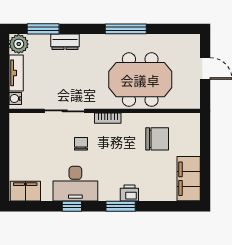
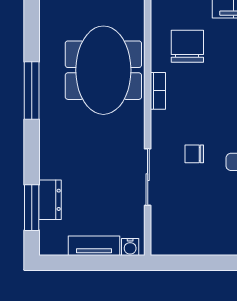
dresser: (65, 42) -> (50, 200), moved
plant: (19, 44) -> (53, 242), removed
bookcase: (108, 118) -> (158, 91), moved

